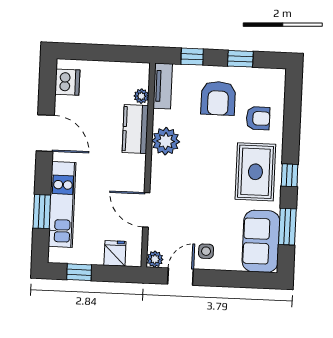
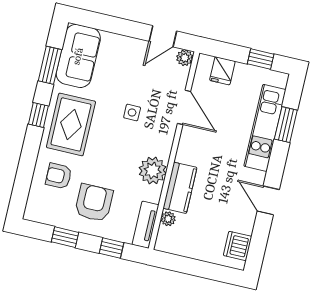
door: (45, 133) -> (268, 200), width x0.73
side table: (206, 251) -> (132, 112), moved

